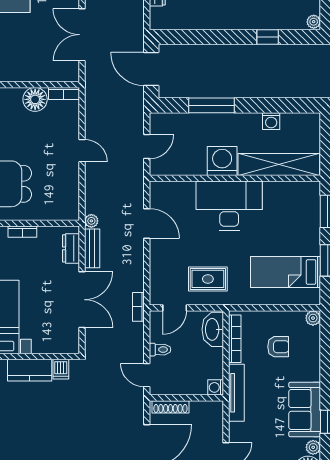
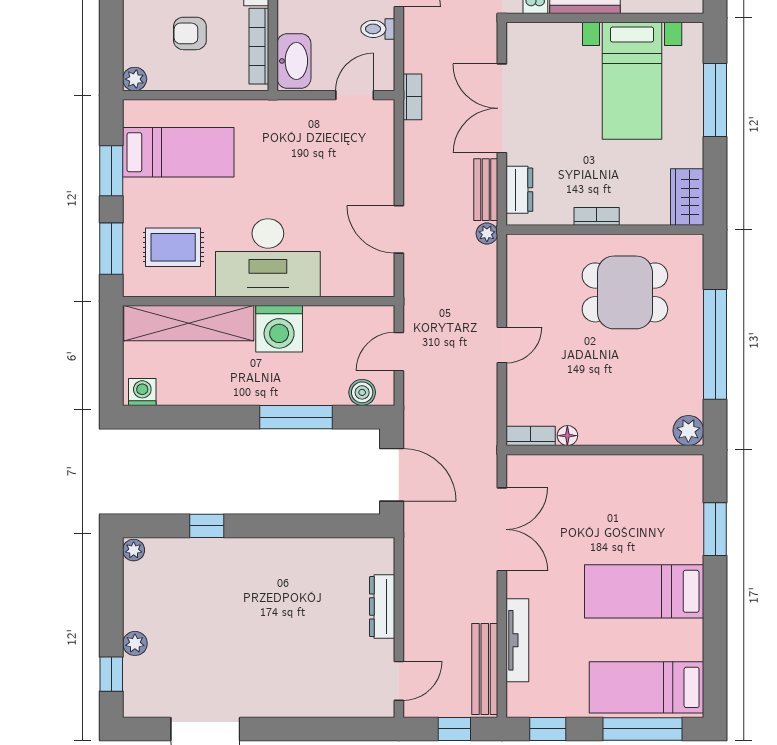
floor lamp: (35, 99) -> (567, 436), width x0.53, depth x0.53
boiler: (170, 121) -> (362, 392), added
washing machine: (271, 121) -> (142, 392), moved
door: (82, 151) -> (502, 345), swing flipped
rug: (208, 279) -> (173, 247), moved

